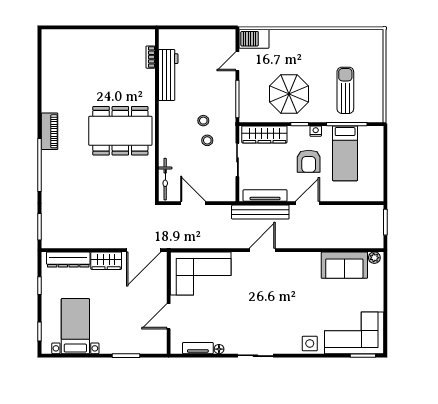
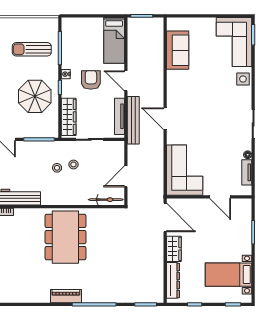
bed: (345, 153) -> (114, 40), moved, turned 90
armchair: (309, 161) -> (91, 80), turned -90
plant: (374, 258) -> (171, 25), removed

